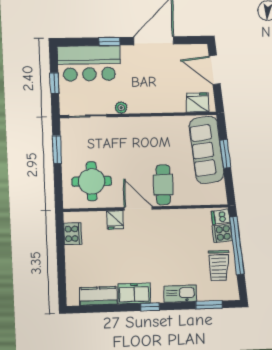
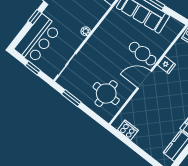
plant: (121, 108) -> (86, 31), moved
fridge: (115, 220) -> (166, 65), moved

